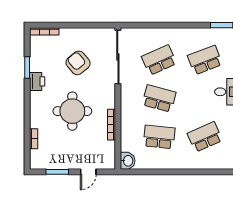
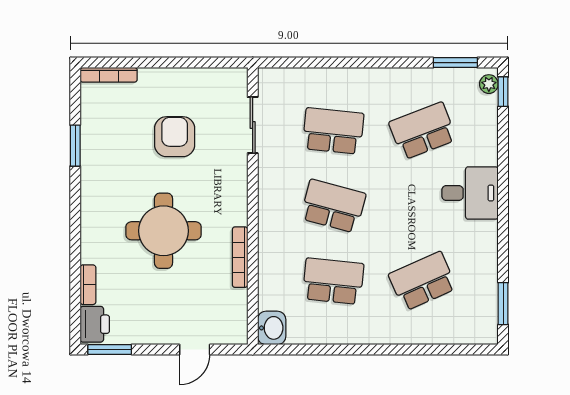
sliding door: (118, 57) -> (253, 125), width x0.54
school desk: (159, 60) -> (333, 131), turned 30
armchair: (78, 63) -> (175, 137), turned 40
printer: (37, 81) -> (95, 324), moved
window: (57, 172) -> (110, 349), moved

